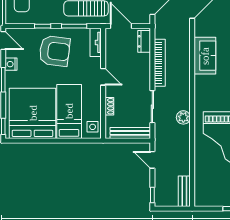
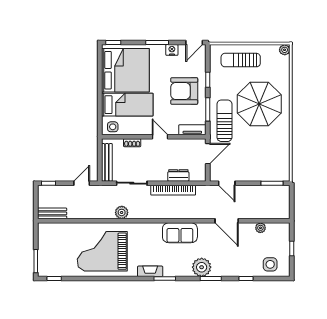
dresser: (144, 41) -> (178, 175), moved
armchair: (55, 51) -> (184, 91), turned 83
door: (103, 77) -> (160, 137), swing flipped

